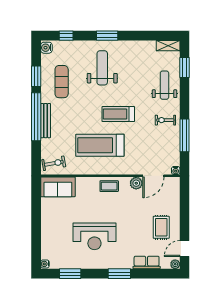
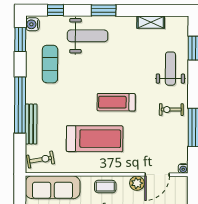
shelving: (168, 46) -> (151, 22), moved
weight bench: (102, 68) -> (88, 36), moved, turned 90
window: (36, 76) -> (20, 40), moved
bench: (46, 121) -> (31, 124), moved
treadmill: (100, 145) -> (95, 139), turned 180
sofa: (58, 187) -> (53, 187), width x1.36

